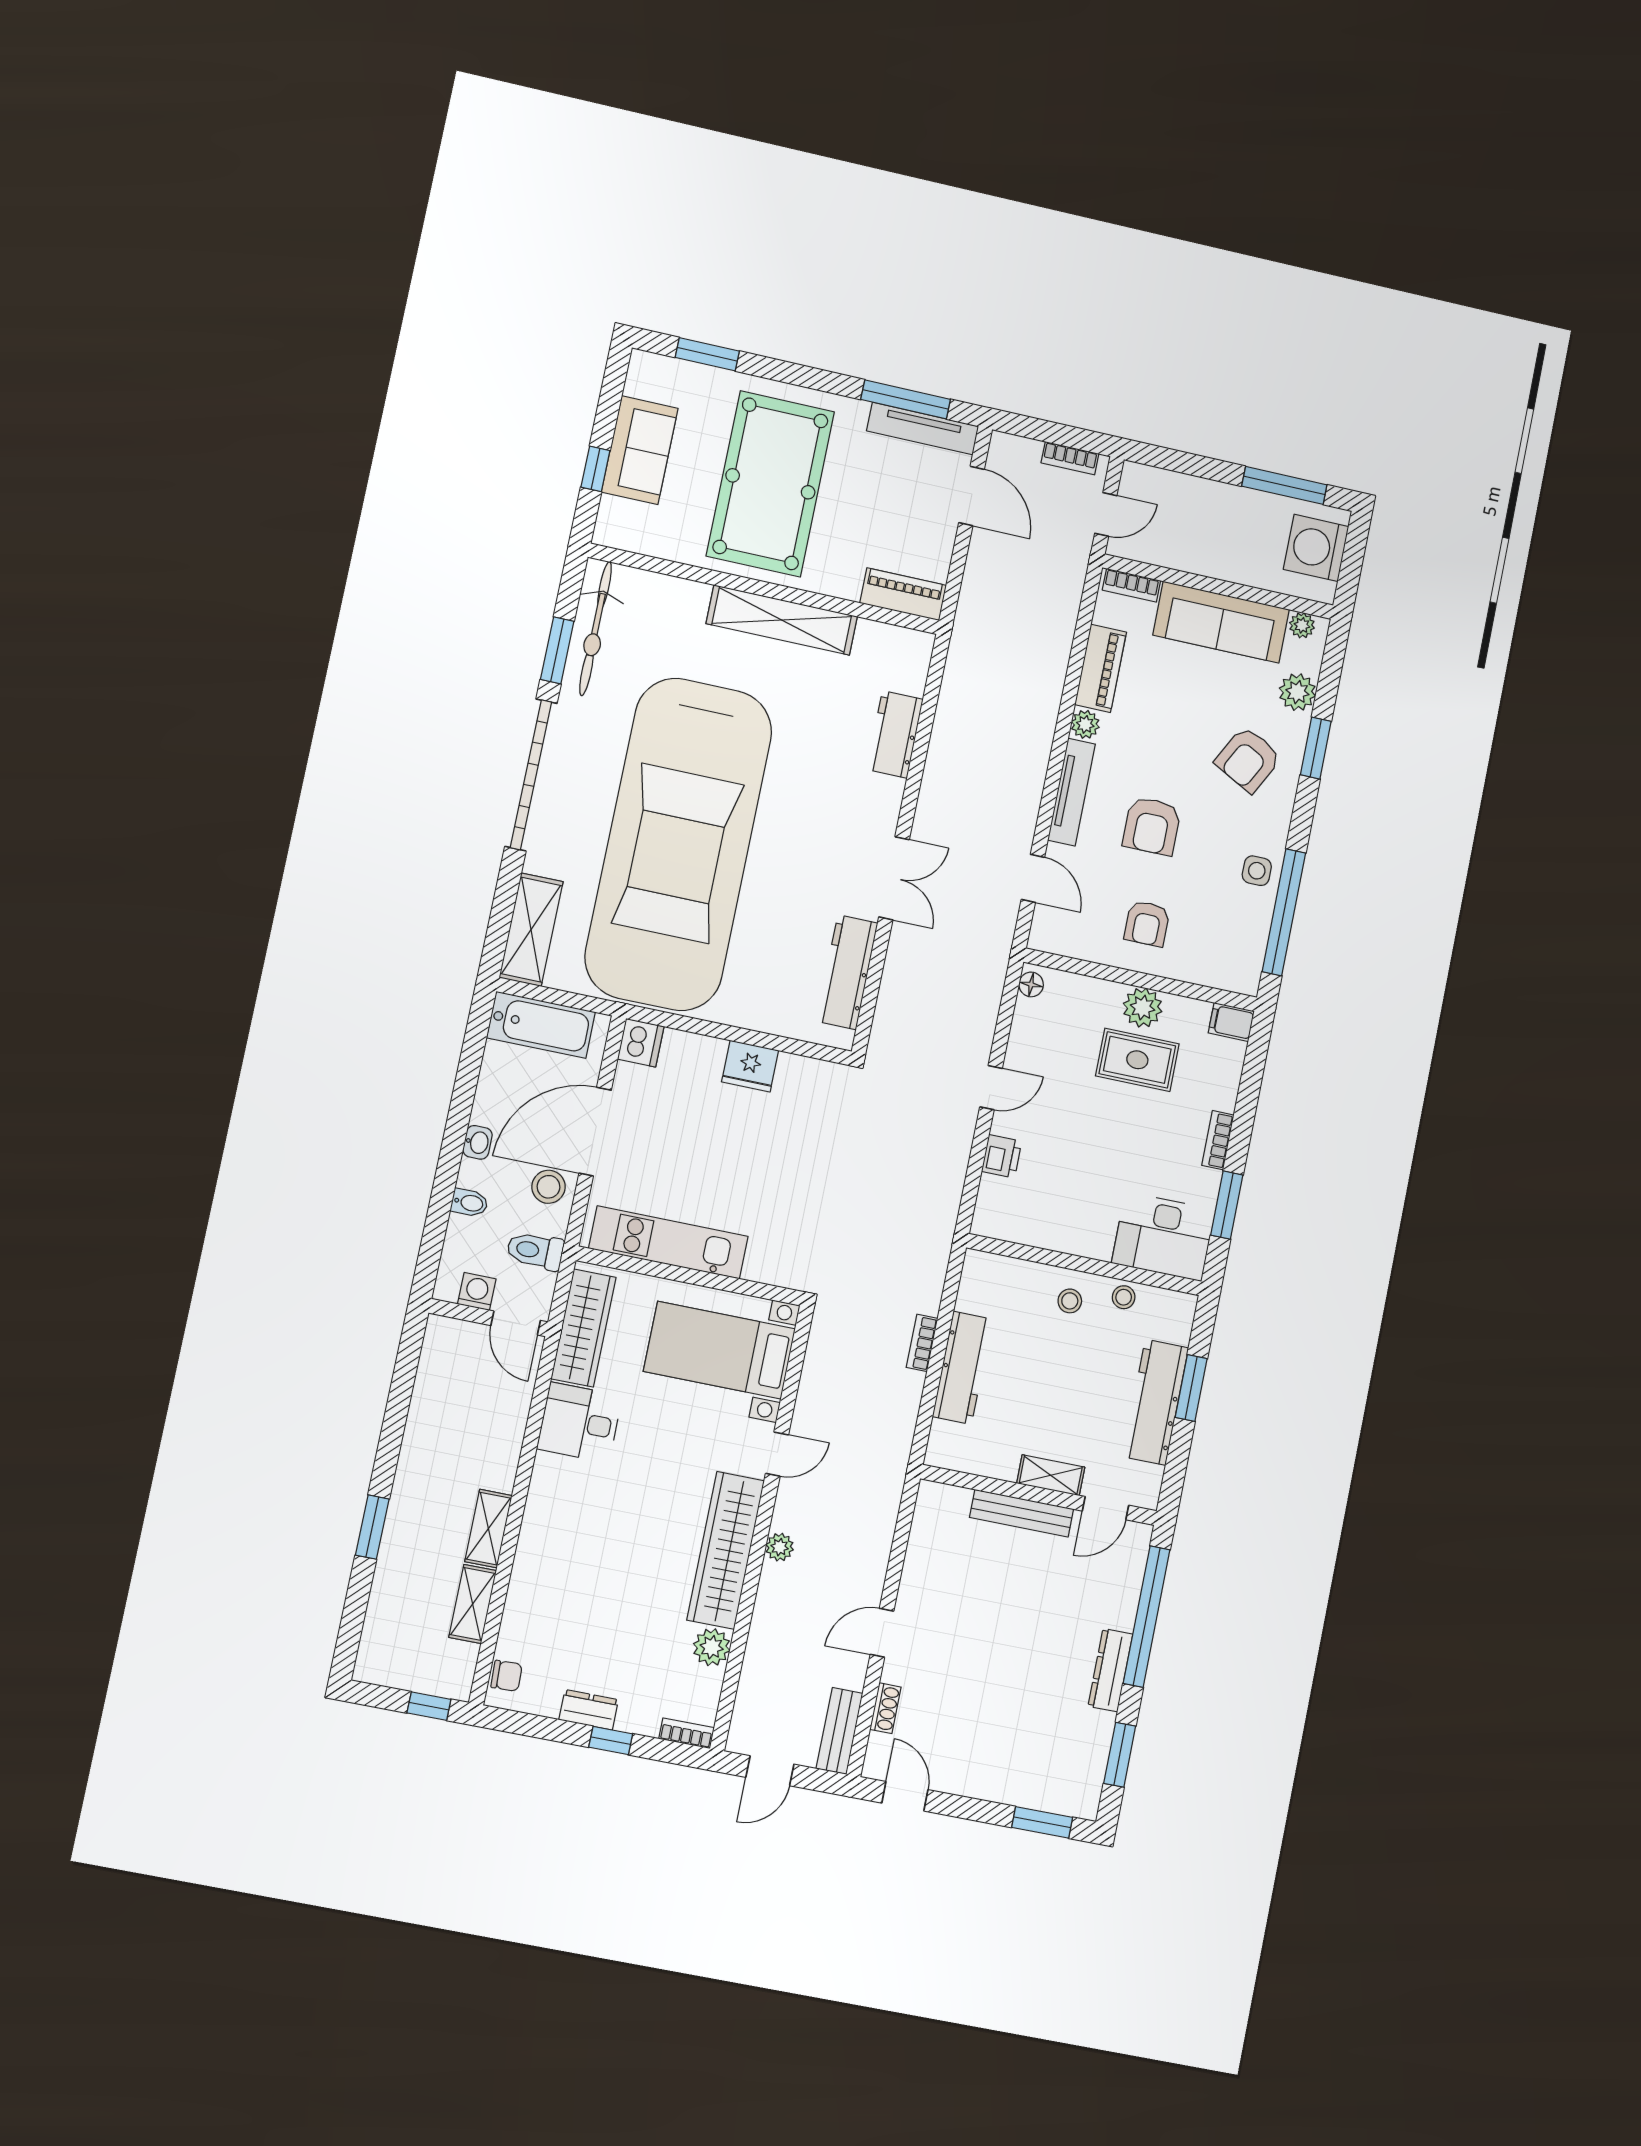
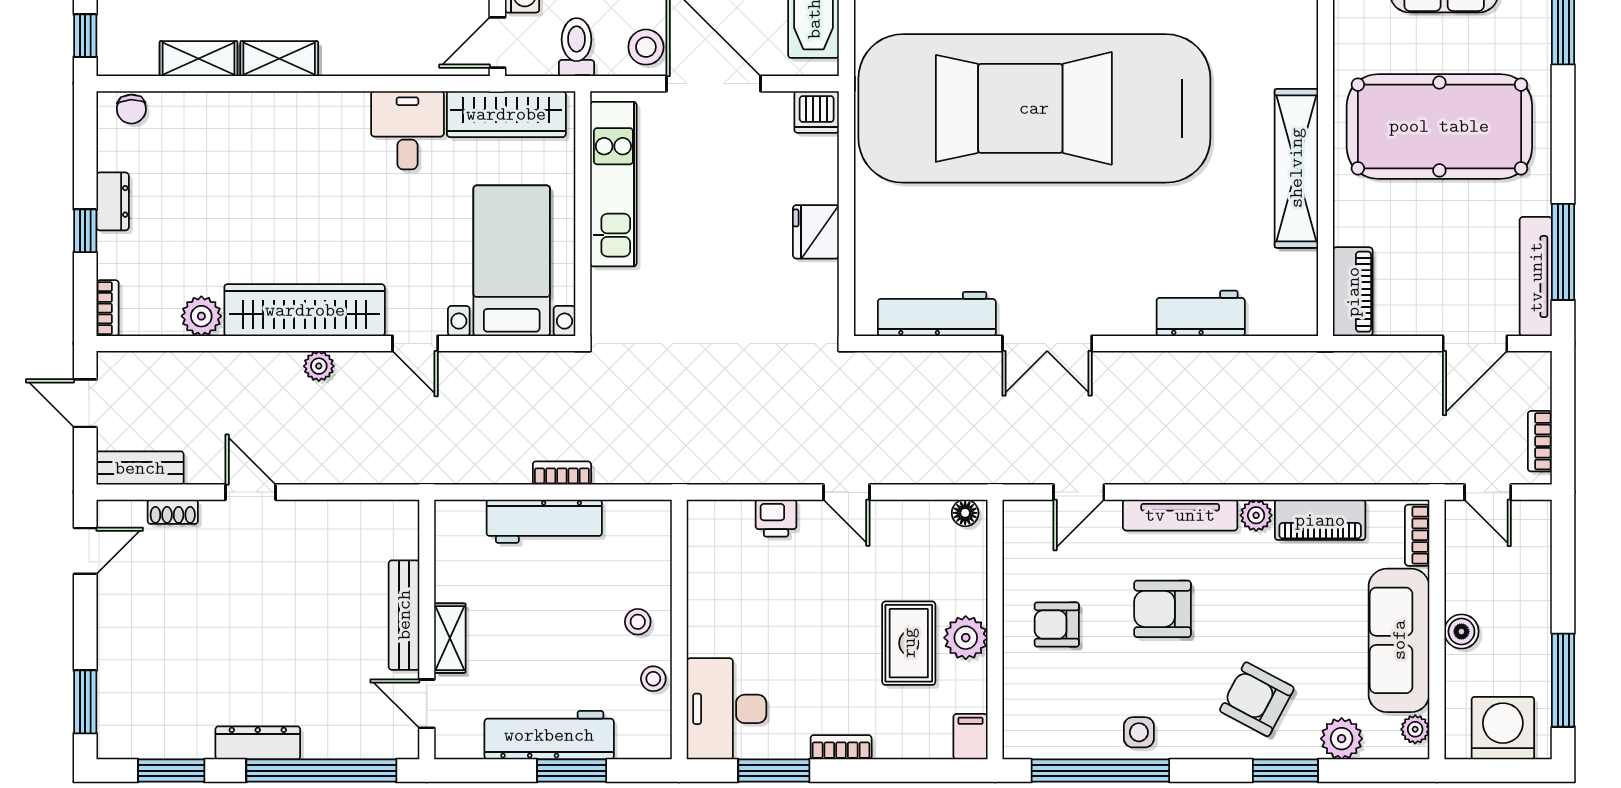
boiler: (1224, 565) -> (1461, 632), added

